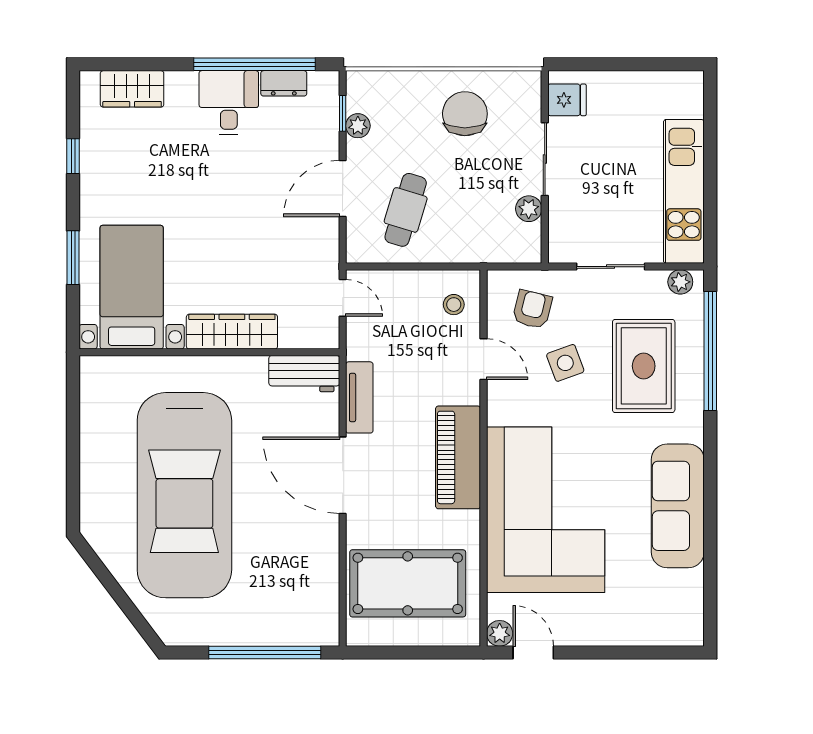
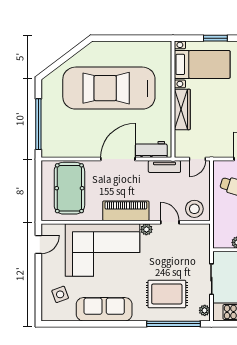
stool: (454, 305) -> (194, 209), width x1.89, depth x1.89
armchair: (532, 309) -> (192, 244), removed
door: (484, 359) -> (170, 222), swing flipped
side table: (565, 363) -> (60, 294), moved
workbench: (304, 374) -> (151, 149), moved, turned 90
tv unit: (359, 397) -> (164, 167), moved
plant: (500, 633) -> (146, 229), moved

